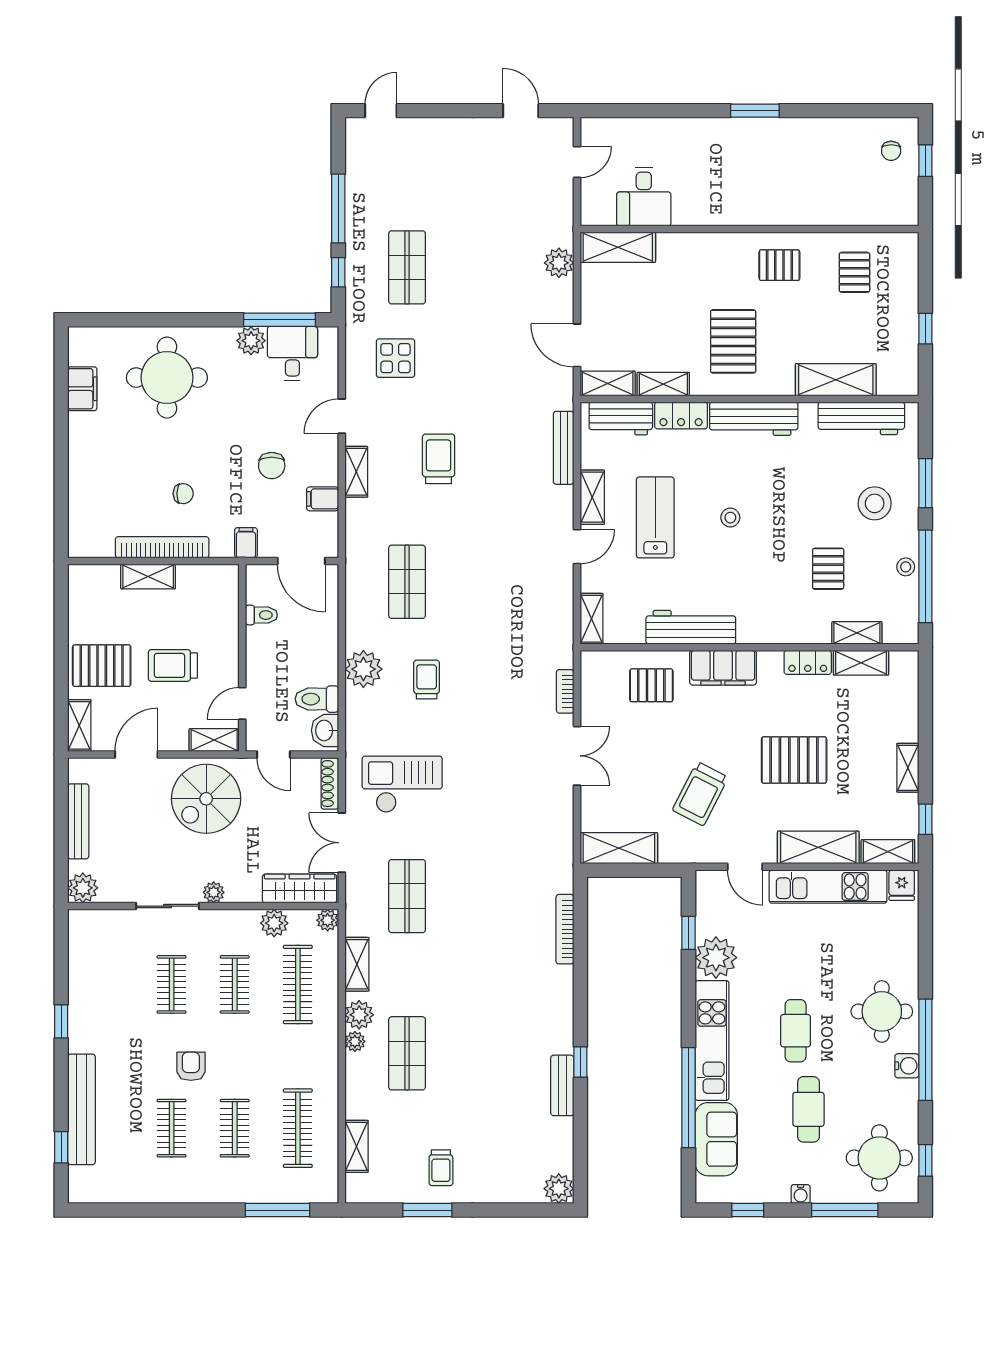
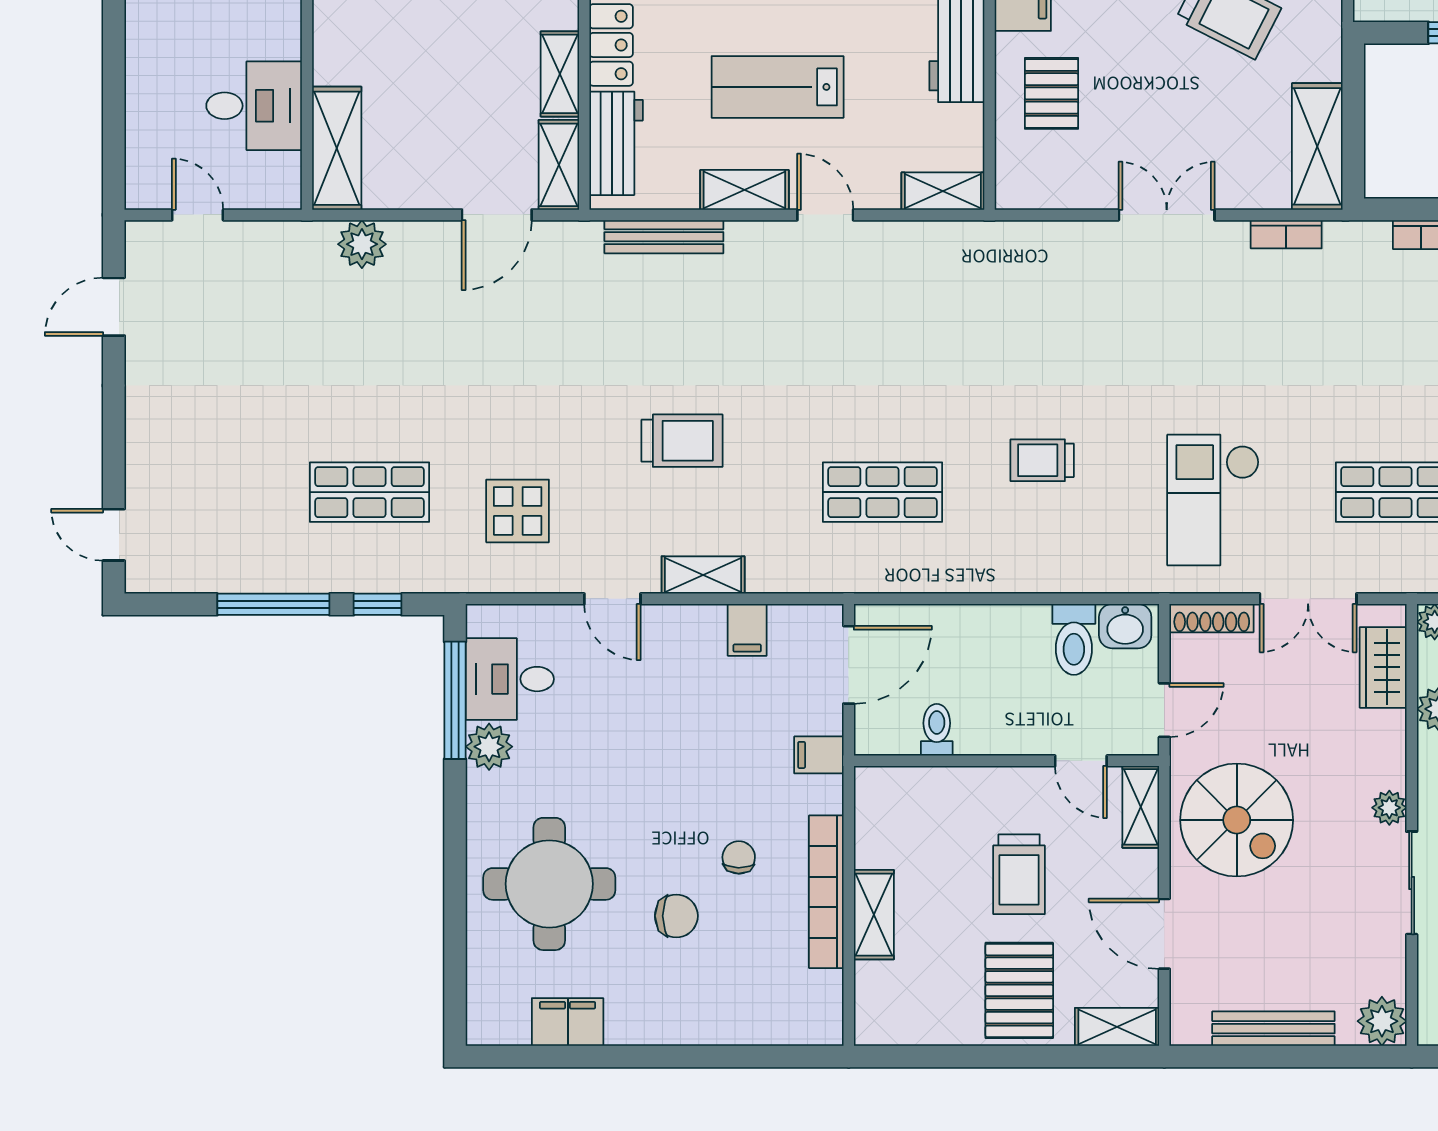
trolley: (439, 459) -> (682, 441), turned 180
chair: (272, 466) -> (676, 916), moved
plant: (363, 669) -> (1025, 563), removed
bookcase: (565, 691) -> (1286, 234), moved
wardrobe: (300, 889) -> (1383, 667), width x0.67

